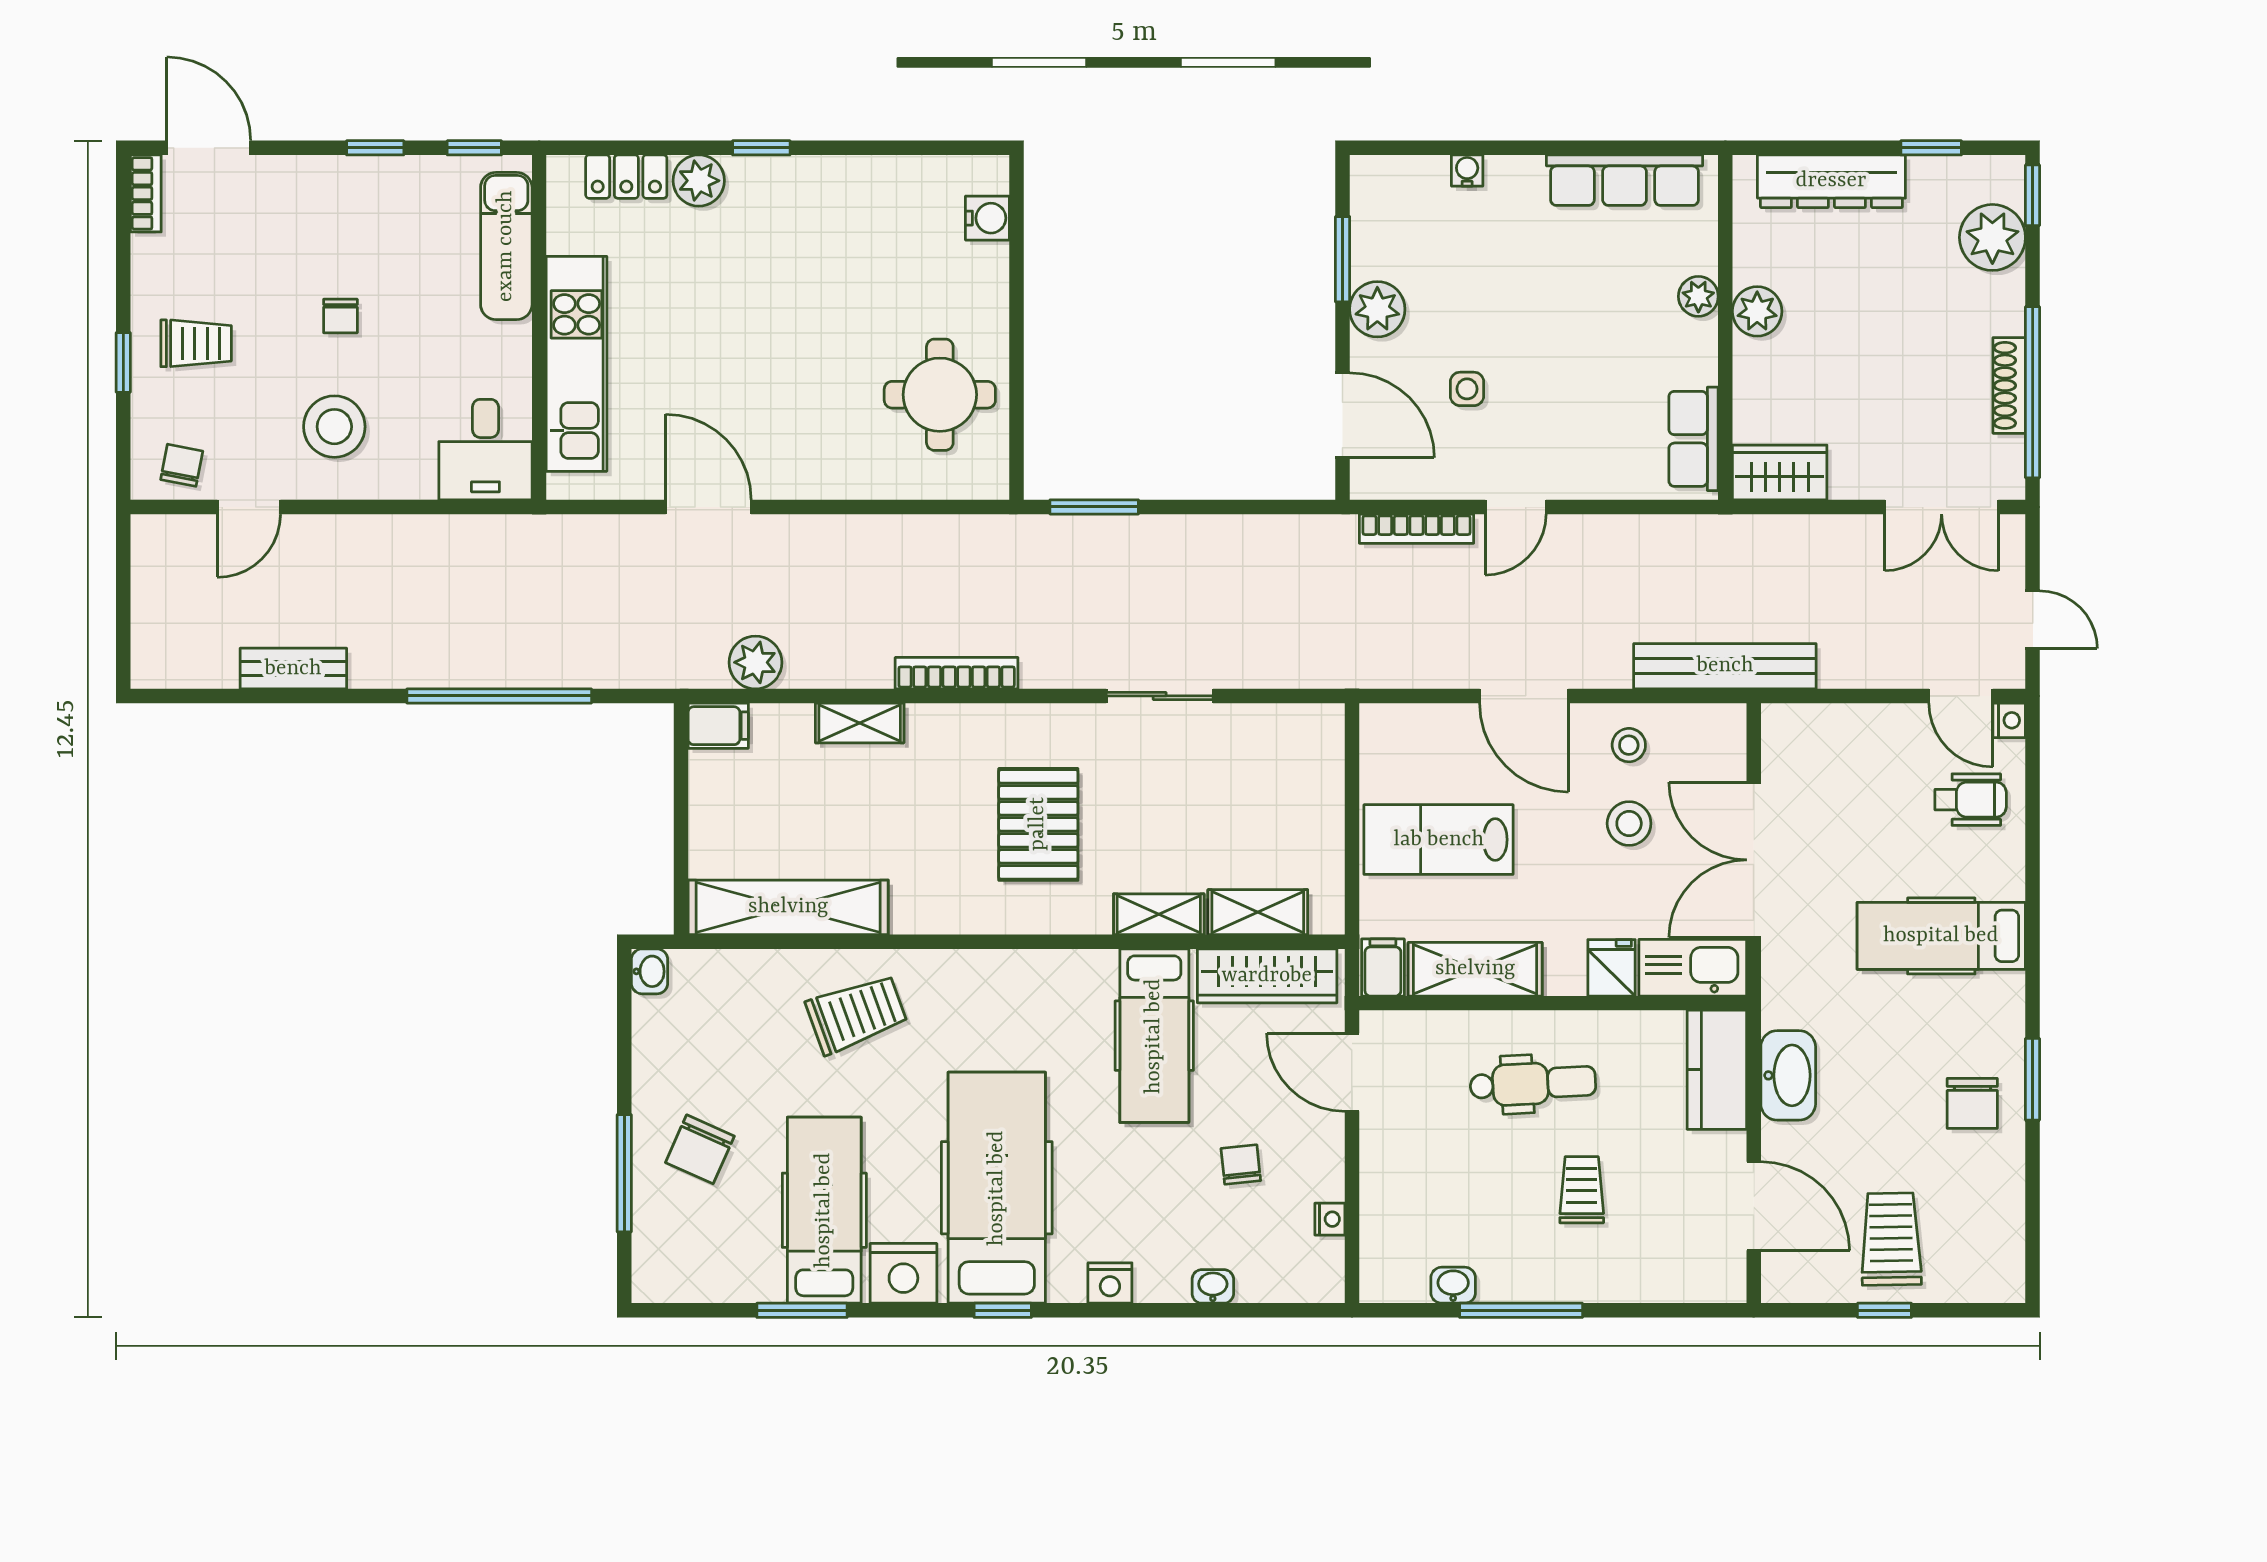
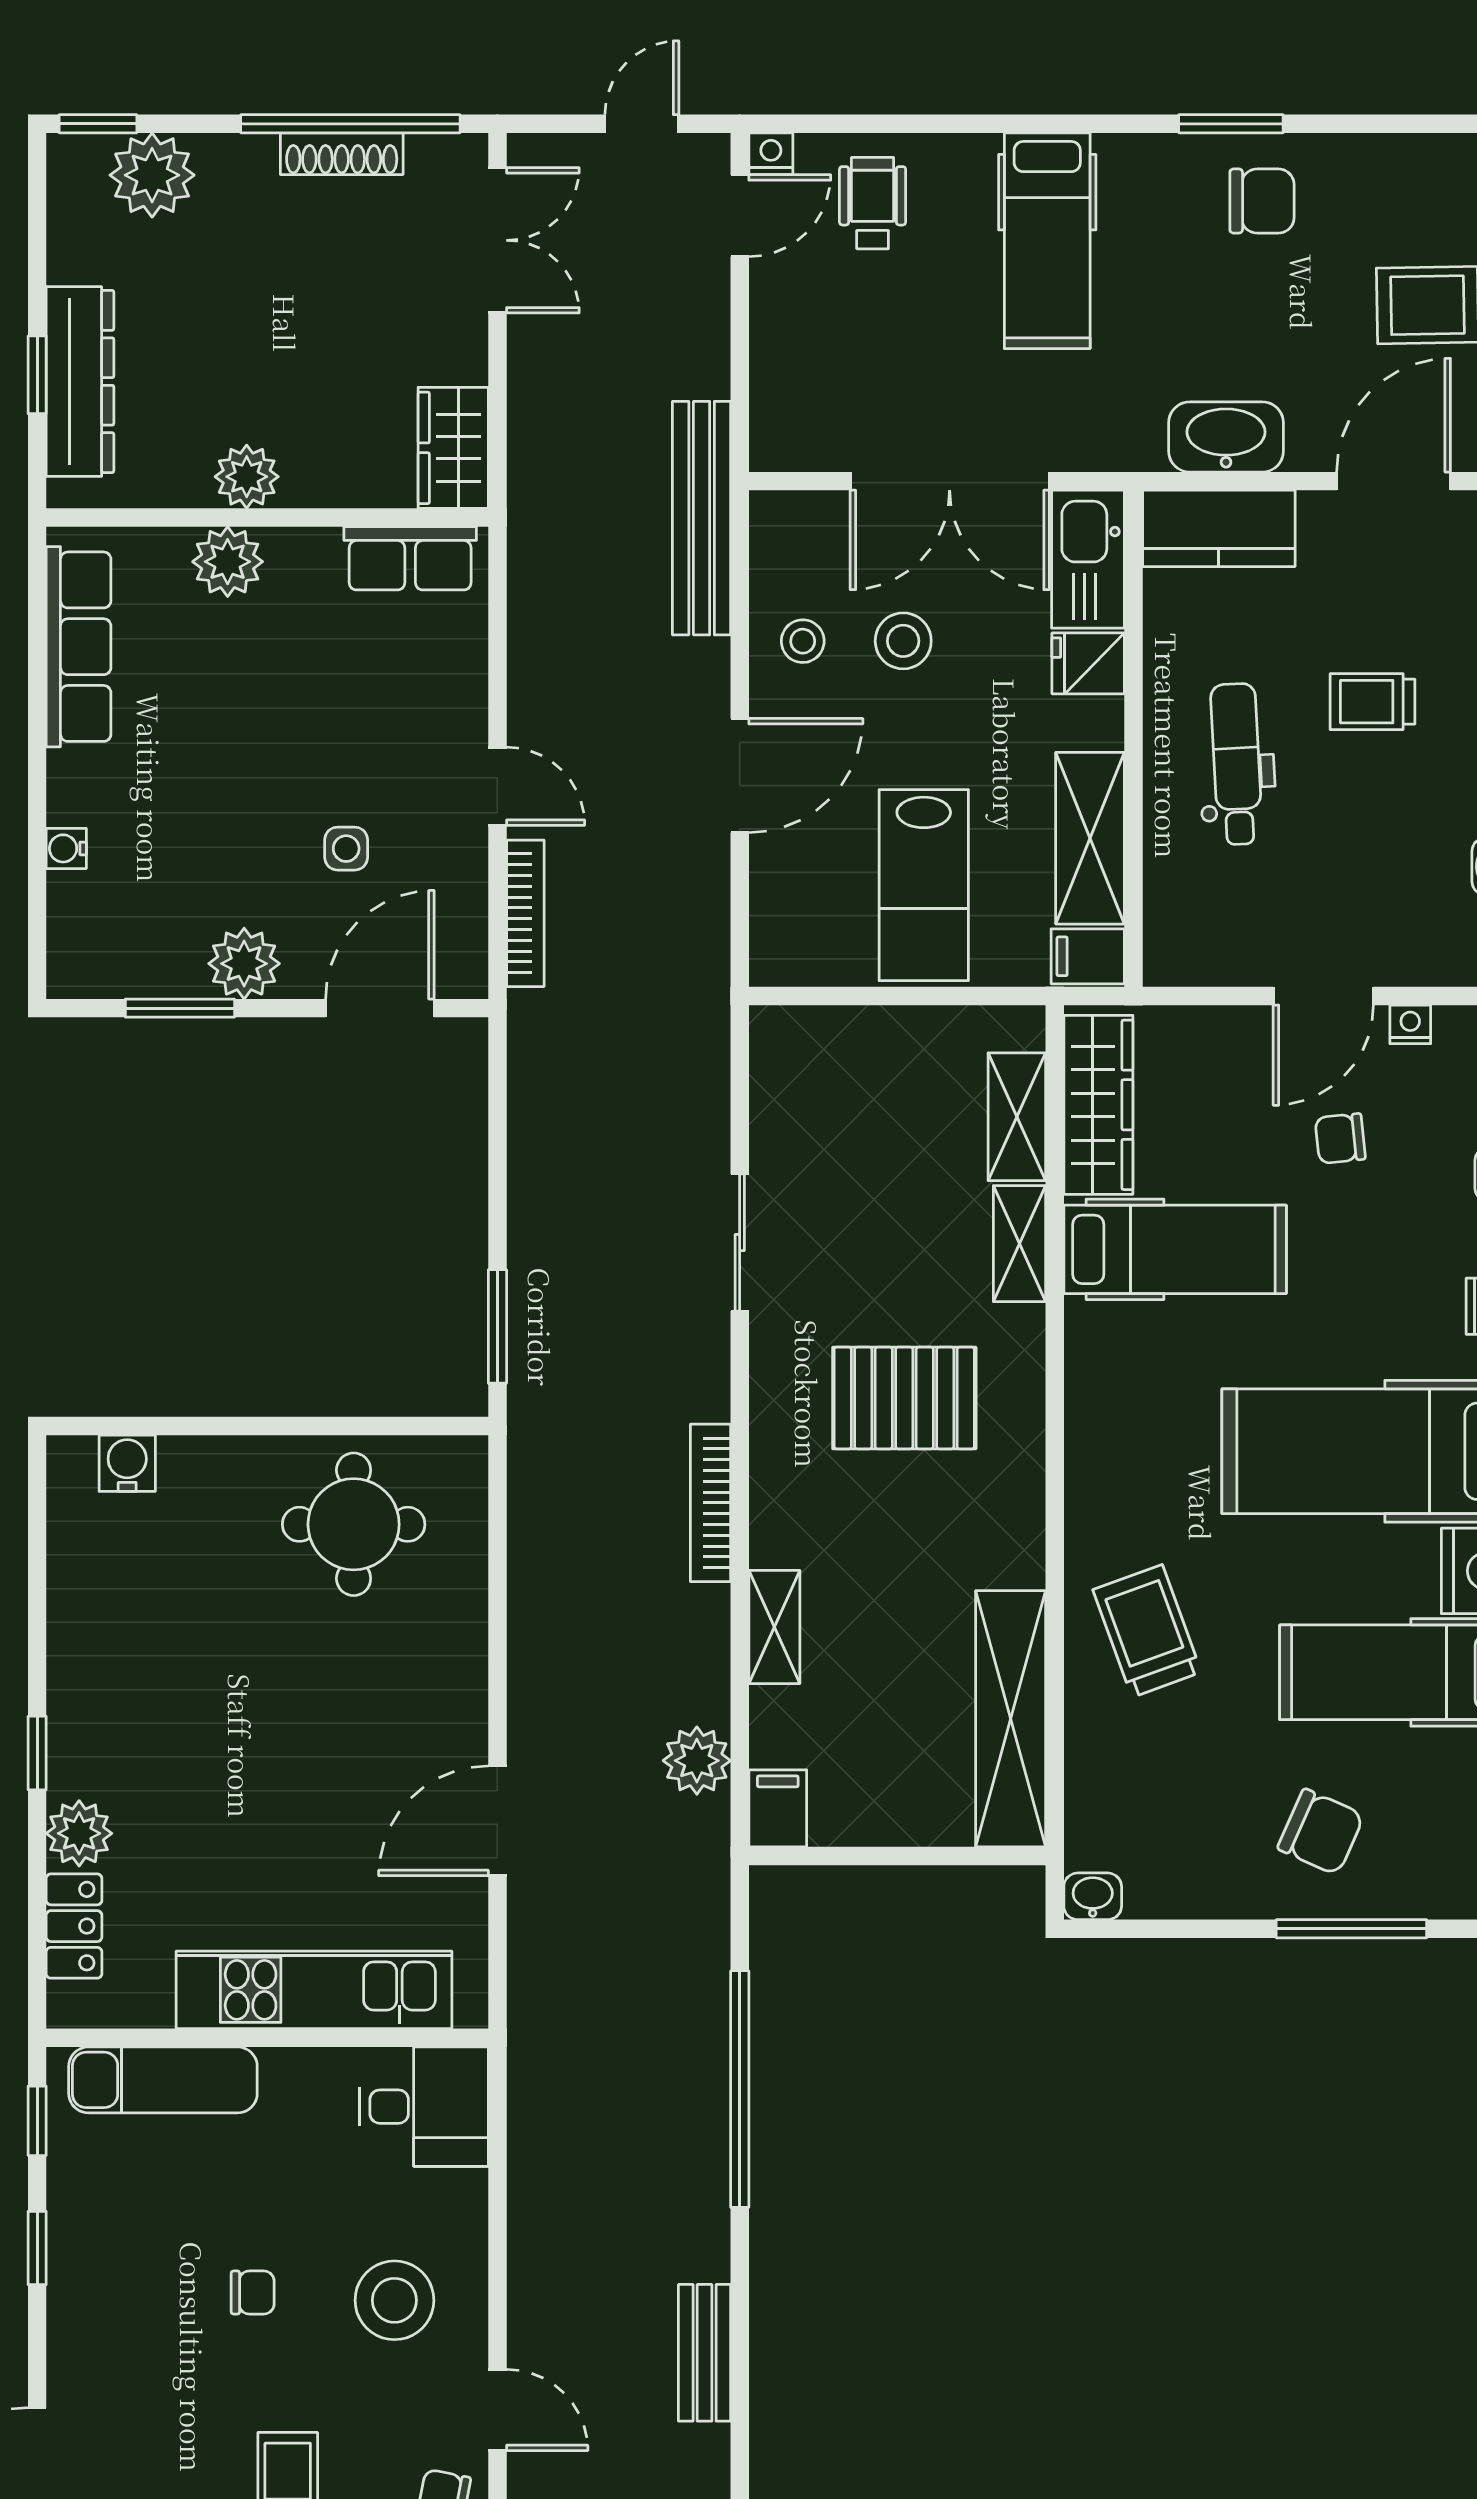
window: (1931, 148) -> (37, 375), moved
plant: (1698, 296) -> (228, 562), width x1.38, depth x1.38
door: (1352, 1072) -> (1323, 996), moved

